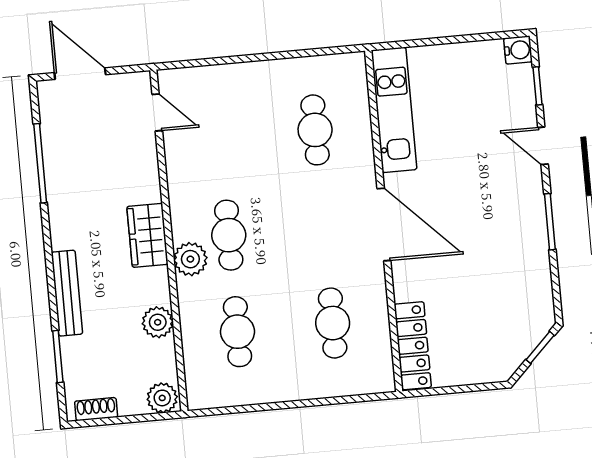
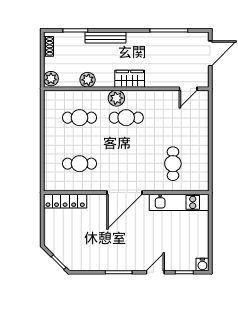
cafe table: (315, 130) -> (173, 164), turned 90

